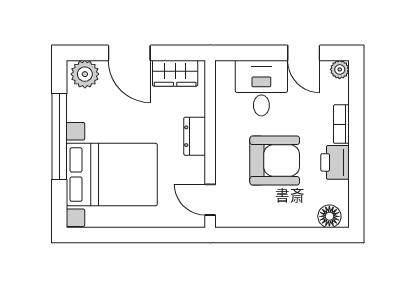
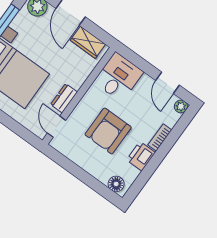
desk: (261, 88) -> (118, 77), moved
dresser: (195, 136) -> (64, 98), moved
armchair: (275, 160) -> (108, 131), turned 90

